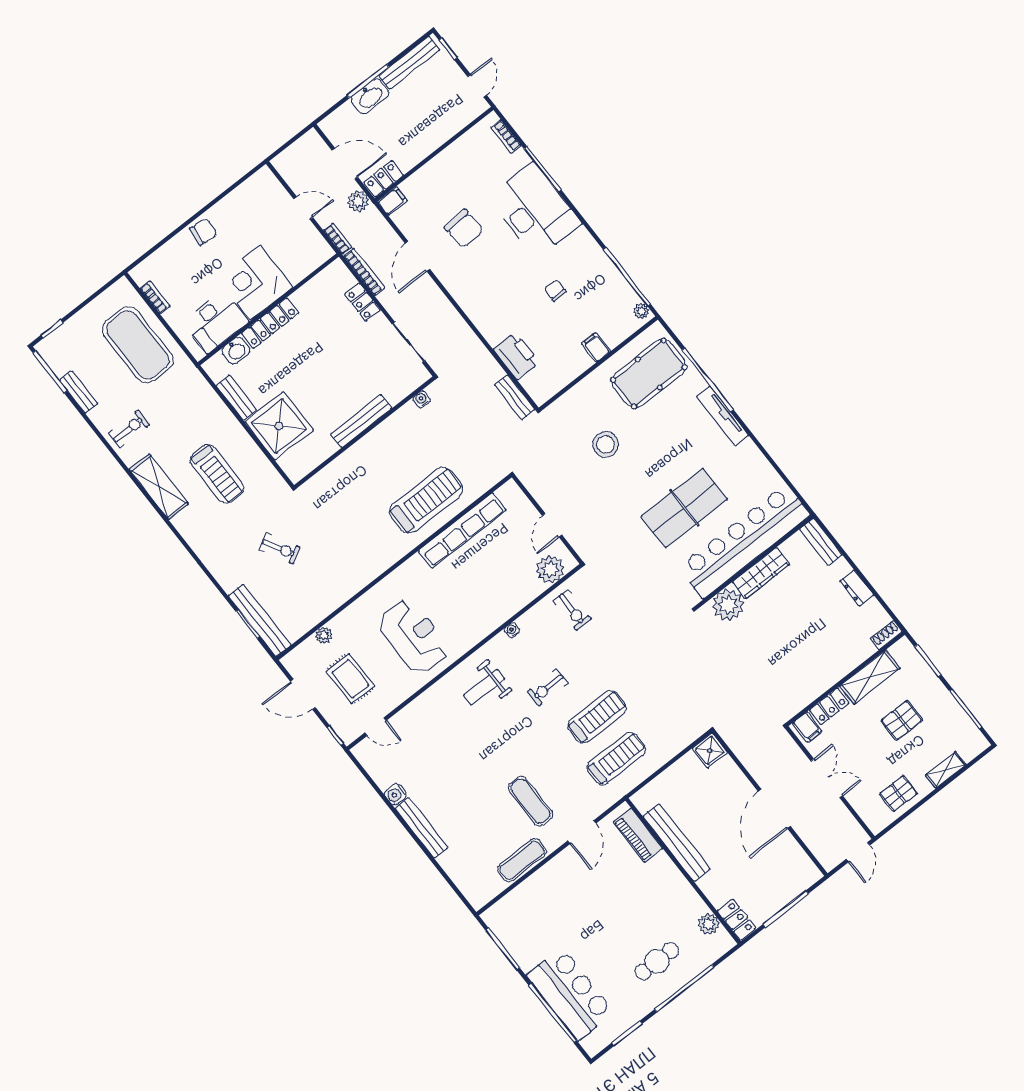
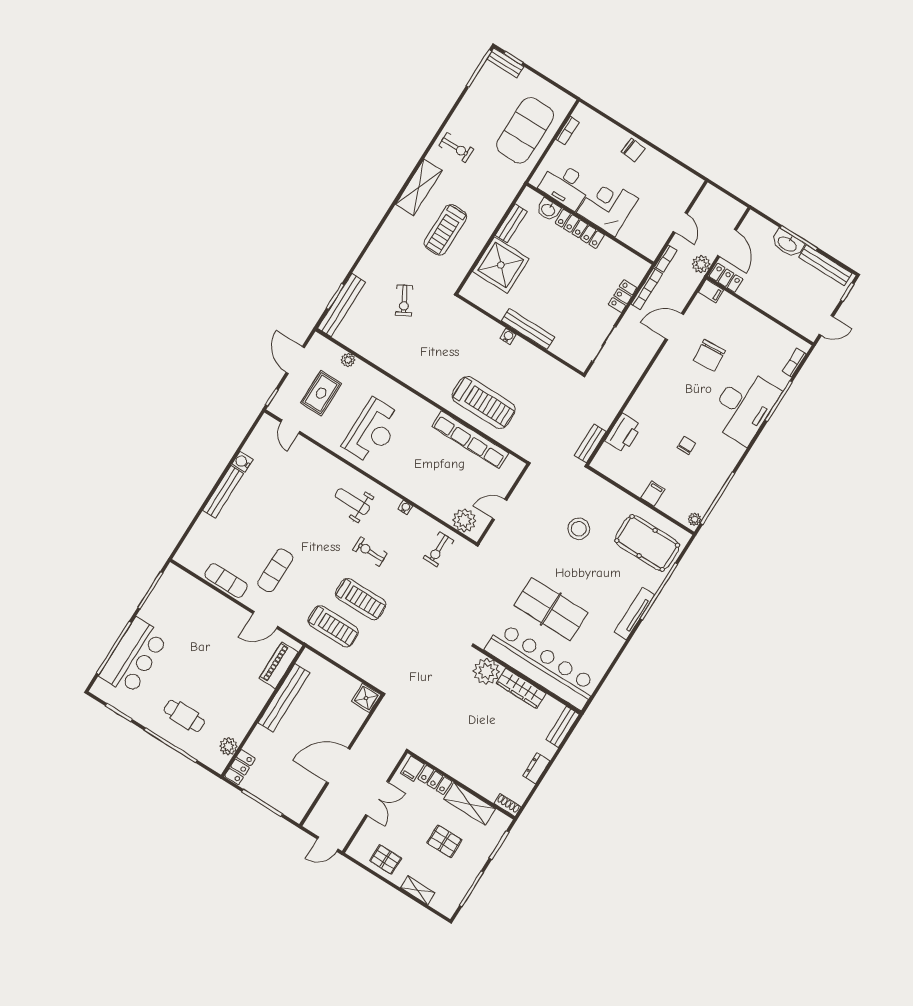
bench: (79, 392) -> (505, 63), moved, turned 90
water cooler: (422, 399) -> (508, 336), moved

